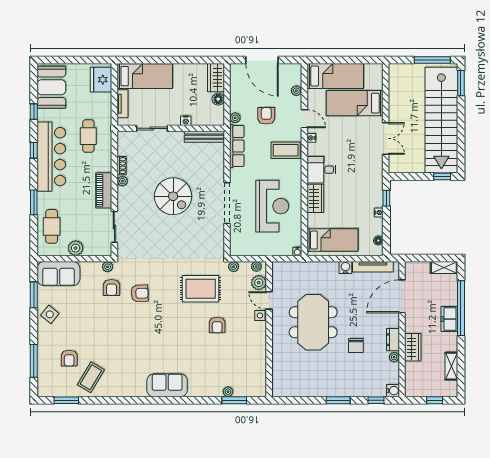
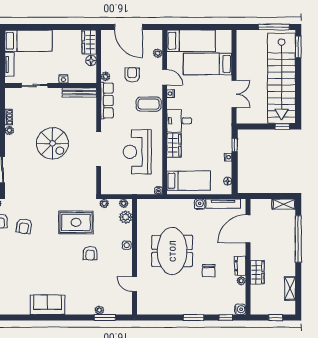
reception desk: (272, 206) -> (137, 152), turned 180
armchair: (140, 293) -> (24, 226), turned 101
door: (269, 300) -> (134, 284), moved
freezer: (449, 319) -> (288, 248), removed

